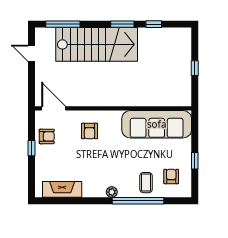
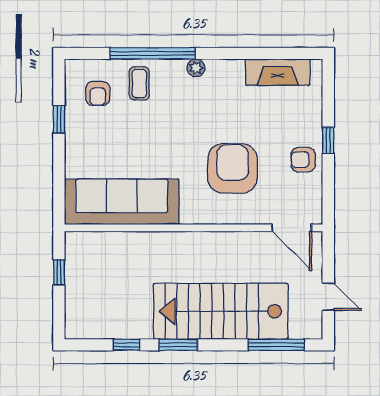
door: (54, 108) -> (292, 228), moved
wall: (113, 108) -> (194, 228), moved
sofa: (157, 124) -> (122, 202), moved
armchair: (90, 131) -> (232, 168), width x1.88, depth x1.88

